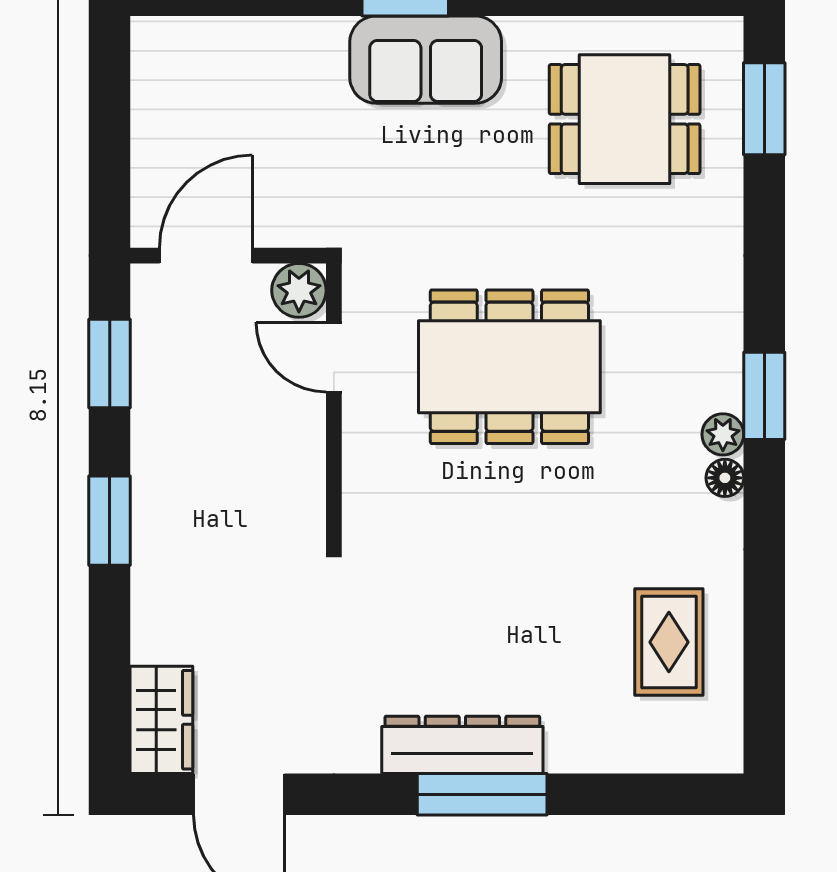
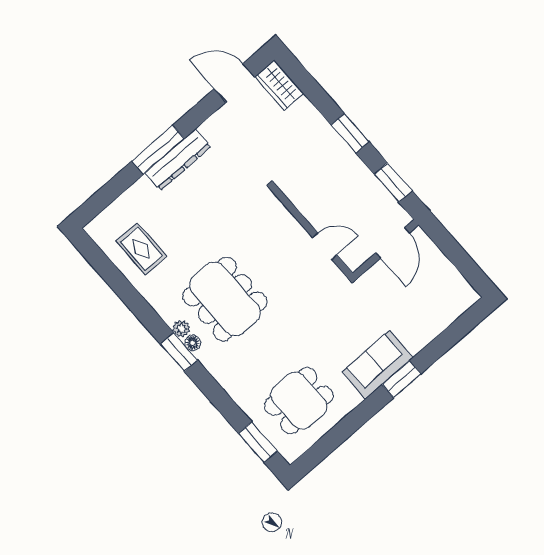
plant: (299, 290) -> (354, 257), removed
dining table: (509, 367) -> (225, 299), moved, turned 90
floor lamp: (725, 478) -> (193, 343), moved

